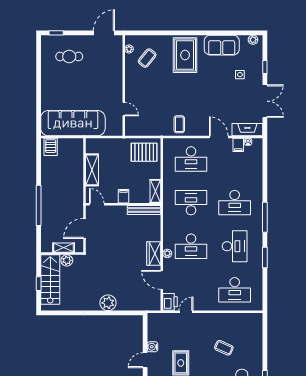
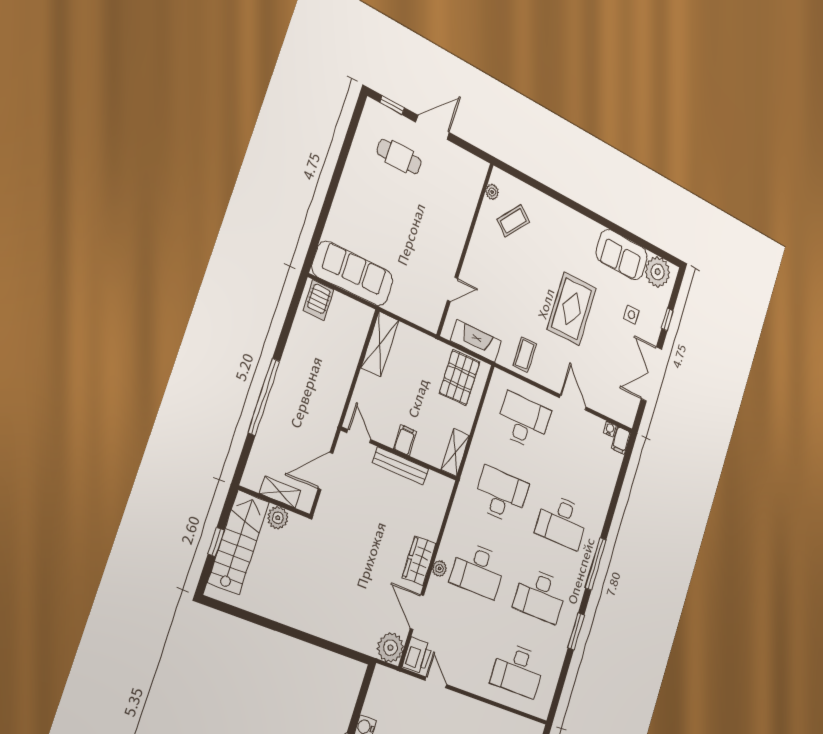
door: (104, 33) -> (433, 127), moved
plant: (253, 40) -> (658, 272), width x1.87, depth x1.87
rug: (185, 55) -> (572, 309), moved
double door: (265, 101) -> (651, 374), swing flipped
door: (124, 109) -> (452, 289), hinge flipped
sofa: (73, 123) -> (353, 274), width x0.74, depth x0.79
fireplace: (247, 130) -> (476, 341), moved
filing cabinet: (238, 145) -> (621, 440), moved
pallet: (144, 152) -> (459, 378), turned 90
desk: (191, 159) -> (523, 421), turned 180
shelving: (92, 170) -> (380, 344), moved
bench: (144, 210) -> (401, 466), moved
desk: (235, 246) -> (540, 595), turned 90
plant: (108, 303) -> (390, 648), moved
door: (186, 312) -> (436, 682), hinge flipped

